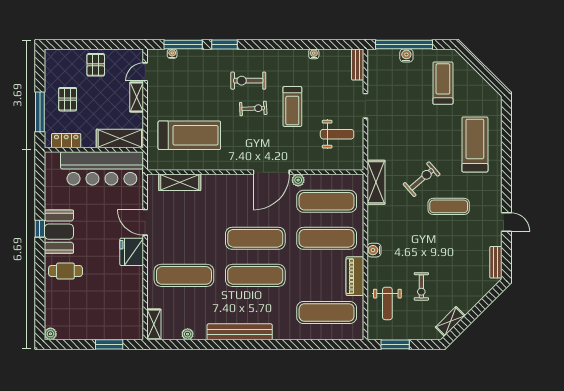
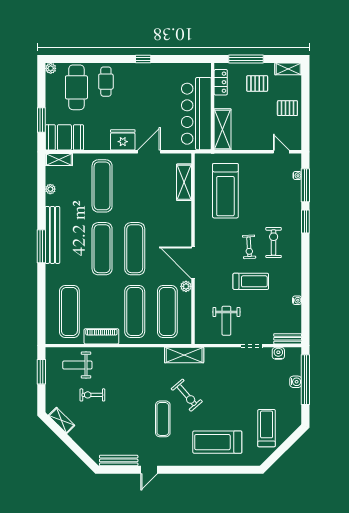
treadmill: (443, 83) -> (267, 428), moved, turned -90
shelving: (137, 97) -> (288, 69), moved
treadmill: (292, 106) -> (251, 281), turned 180
treadmill: (475, 144) -> (217, 442), turned 180
booth: (59, 232) -> (64, 137), moved
water cooler: (374, 250) -> (278, 353), moved
bench: (496, 262) -> (119, 460), width x1.36
cafe table: (72, 305) -> (76, 87), added
window: (253, 344) -> (41, 246), added

